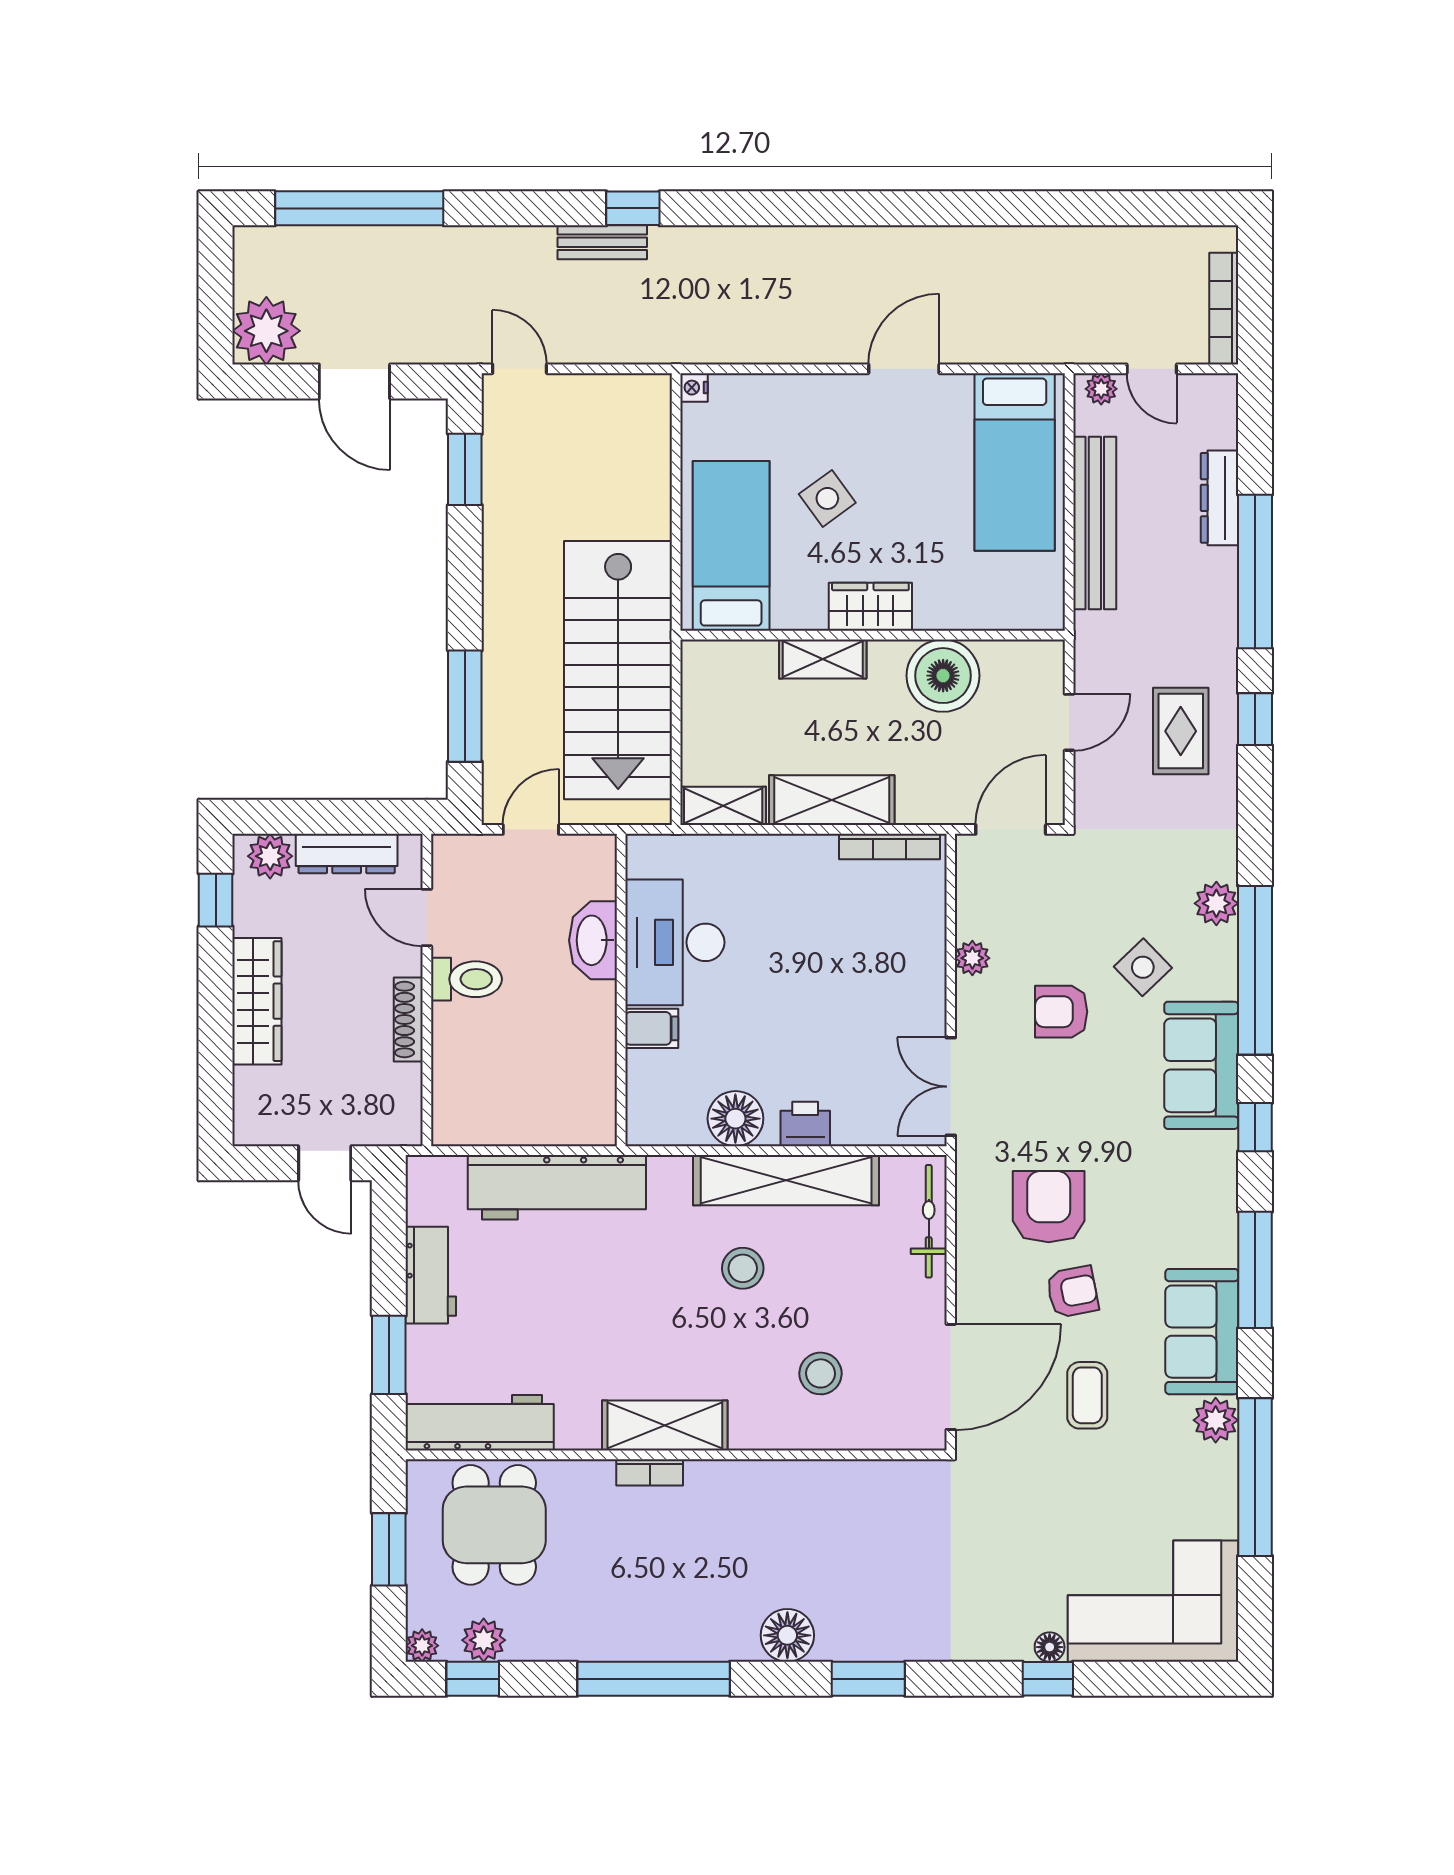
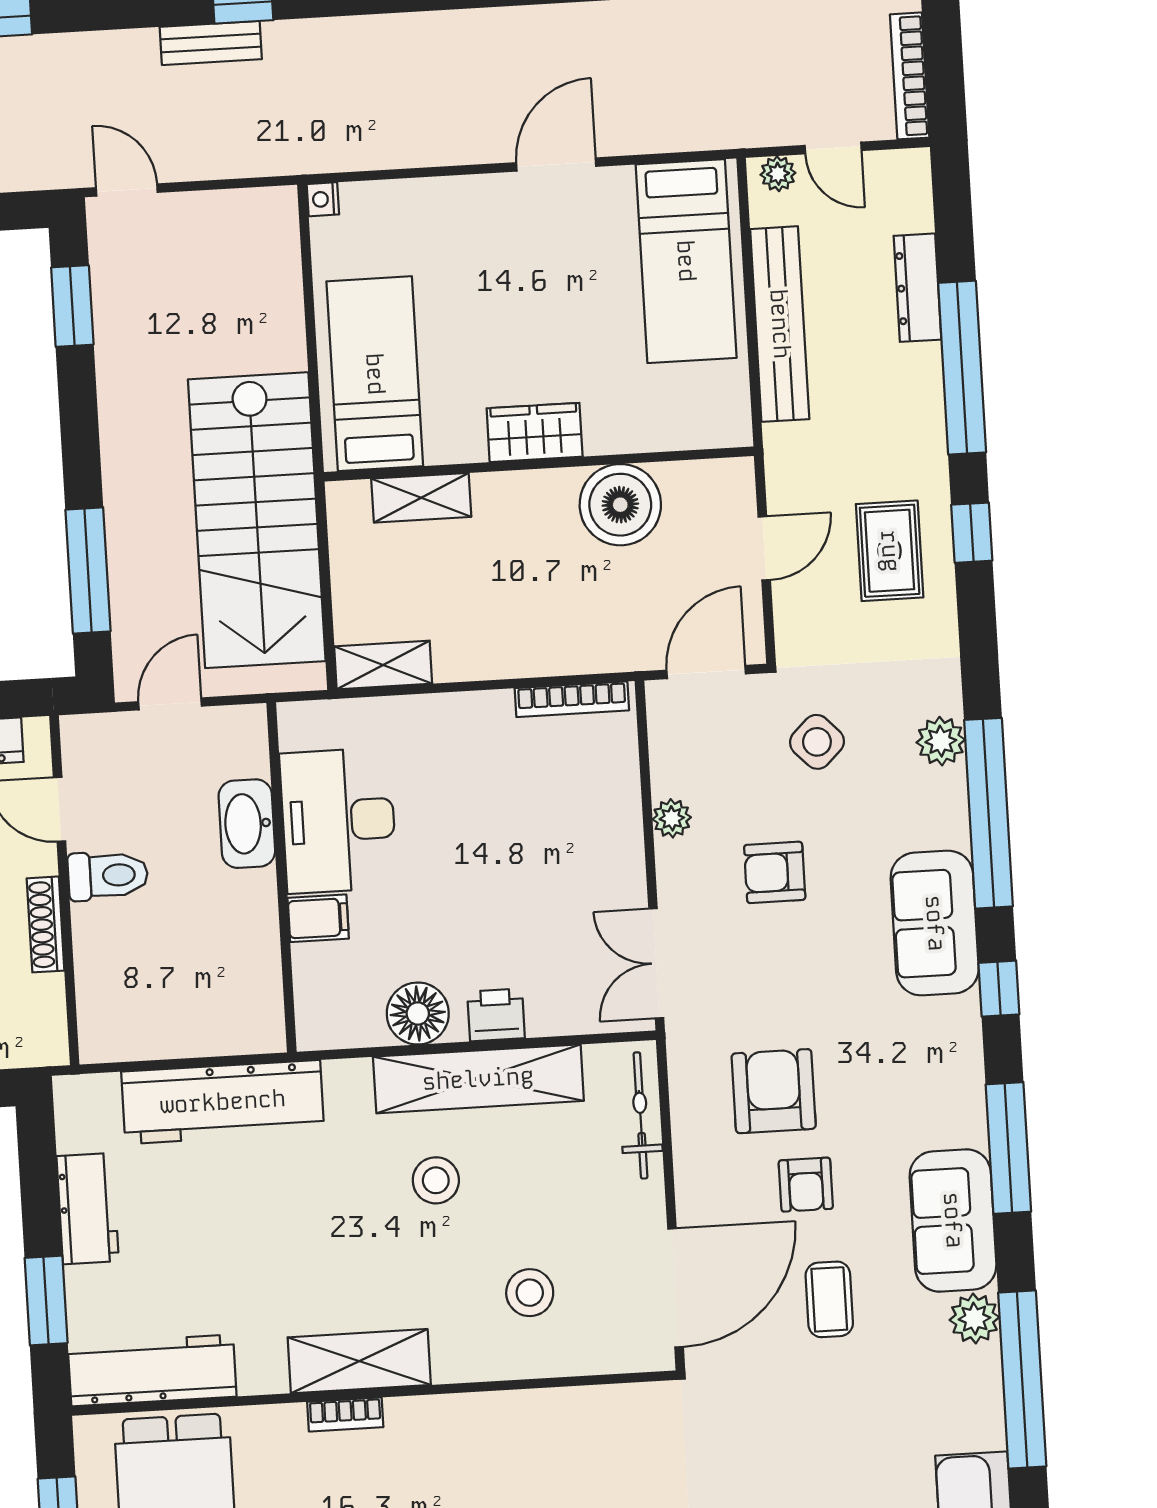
side table: (827, 498) -> (479, 314), removed
shelving: (823, 659) -> (421, 498), moved
shelving: (832, 800) -> (504, 651), removed
side table: (1143, 967) -> (817, 742), moved
armchair: (1072, 1292) -> (806, 1185), turned 101

